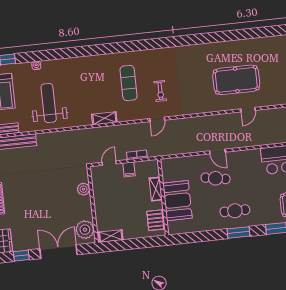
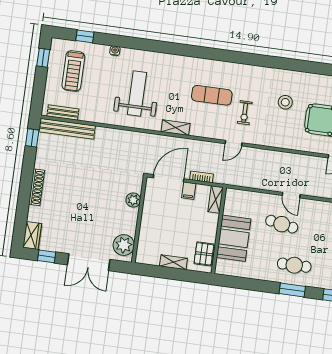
stool: (193, 73) -> (285, 102), added
exercise mat: (129, 83) -> (212, 95), turned 90
weight bench: (49, 103) -> (137, 94), moved
door: (109, 163) -> (169, 178), width x1.87
shelving: (156, 189) -> (216, 200), moved
shelving: (111, 236) -> (173, 262), moved
double door: (59, 252) -> (89, 262), swing flipped

